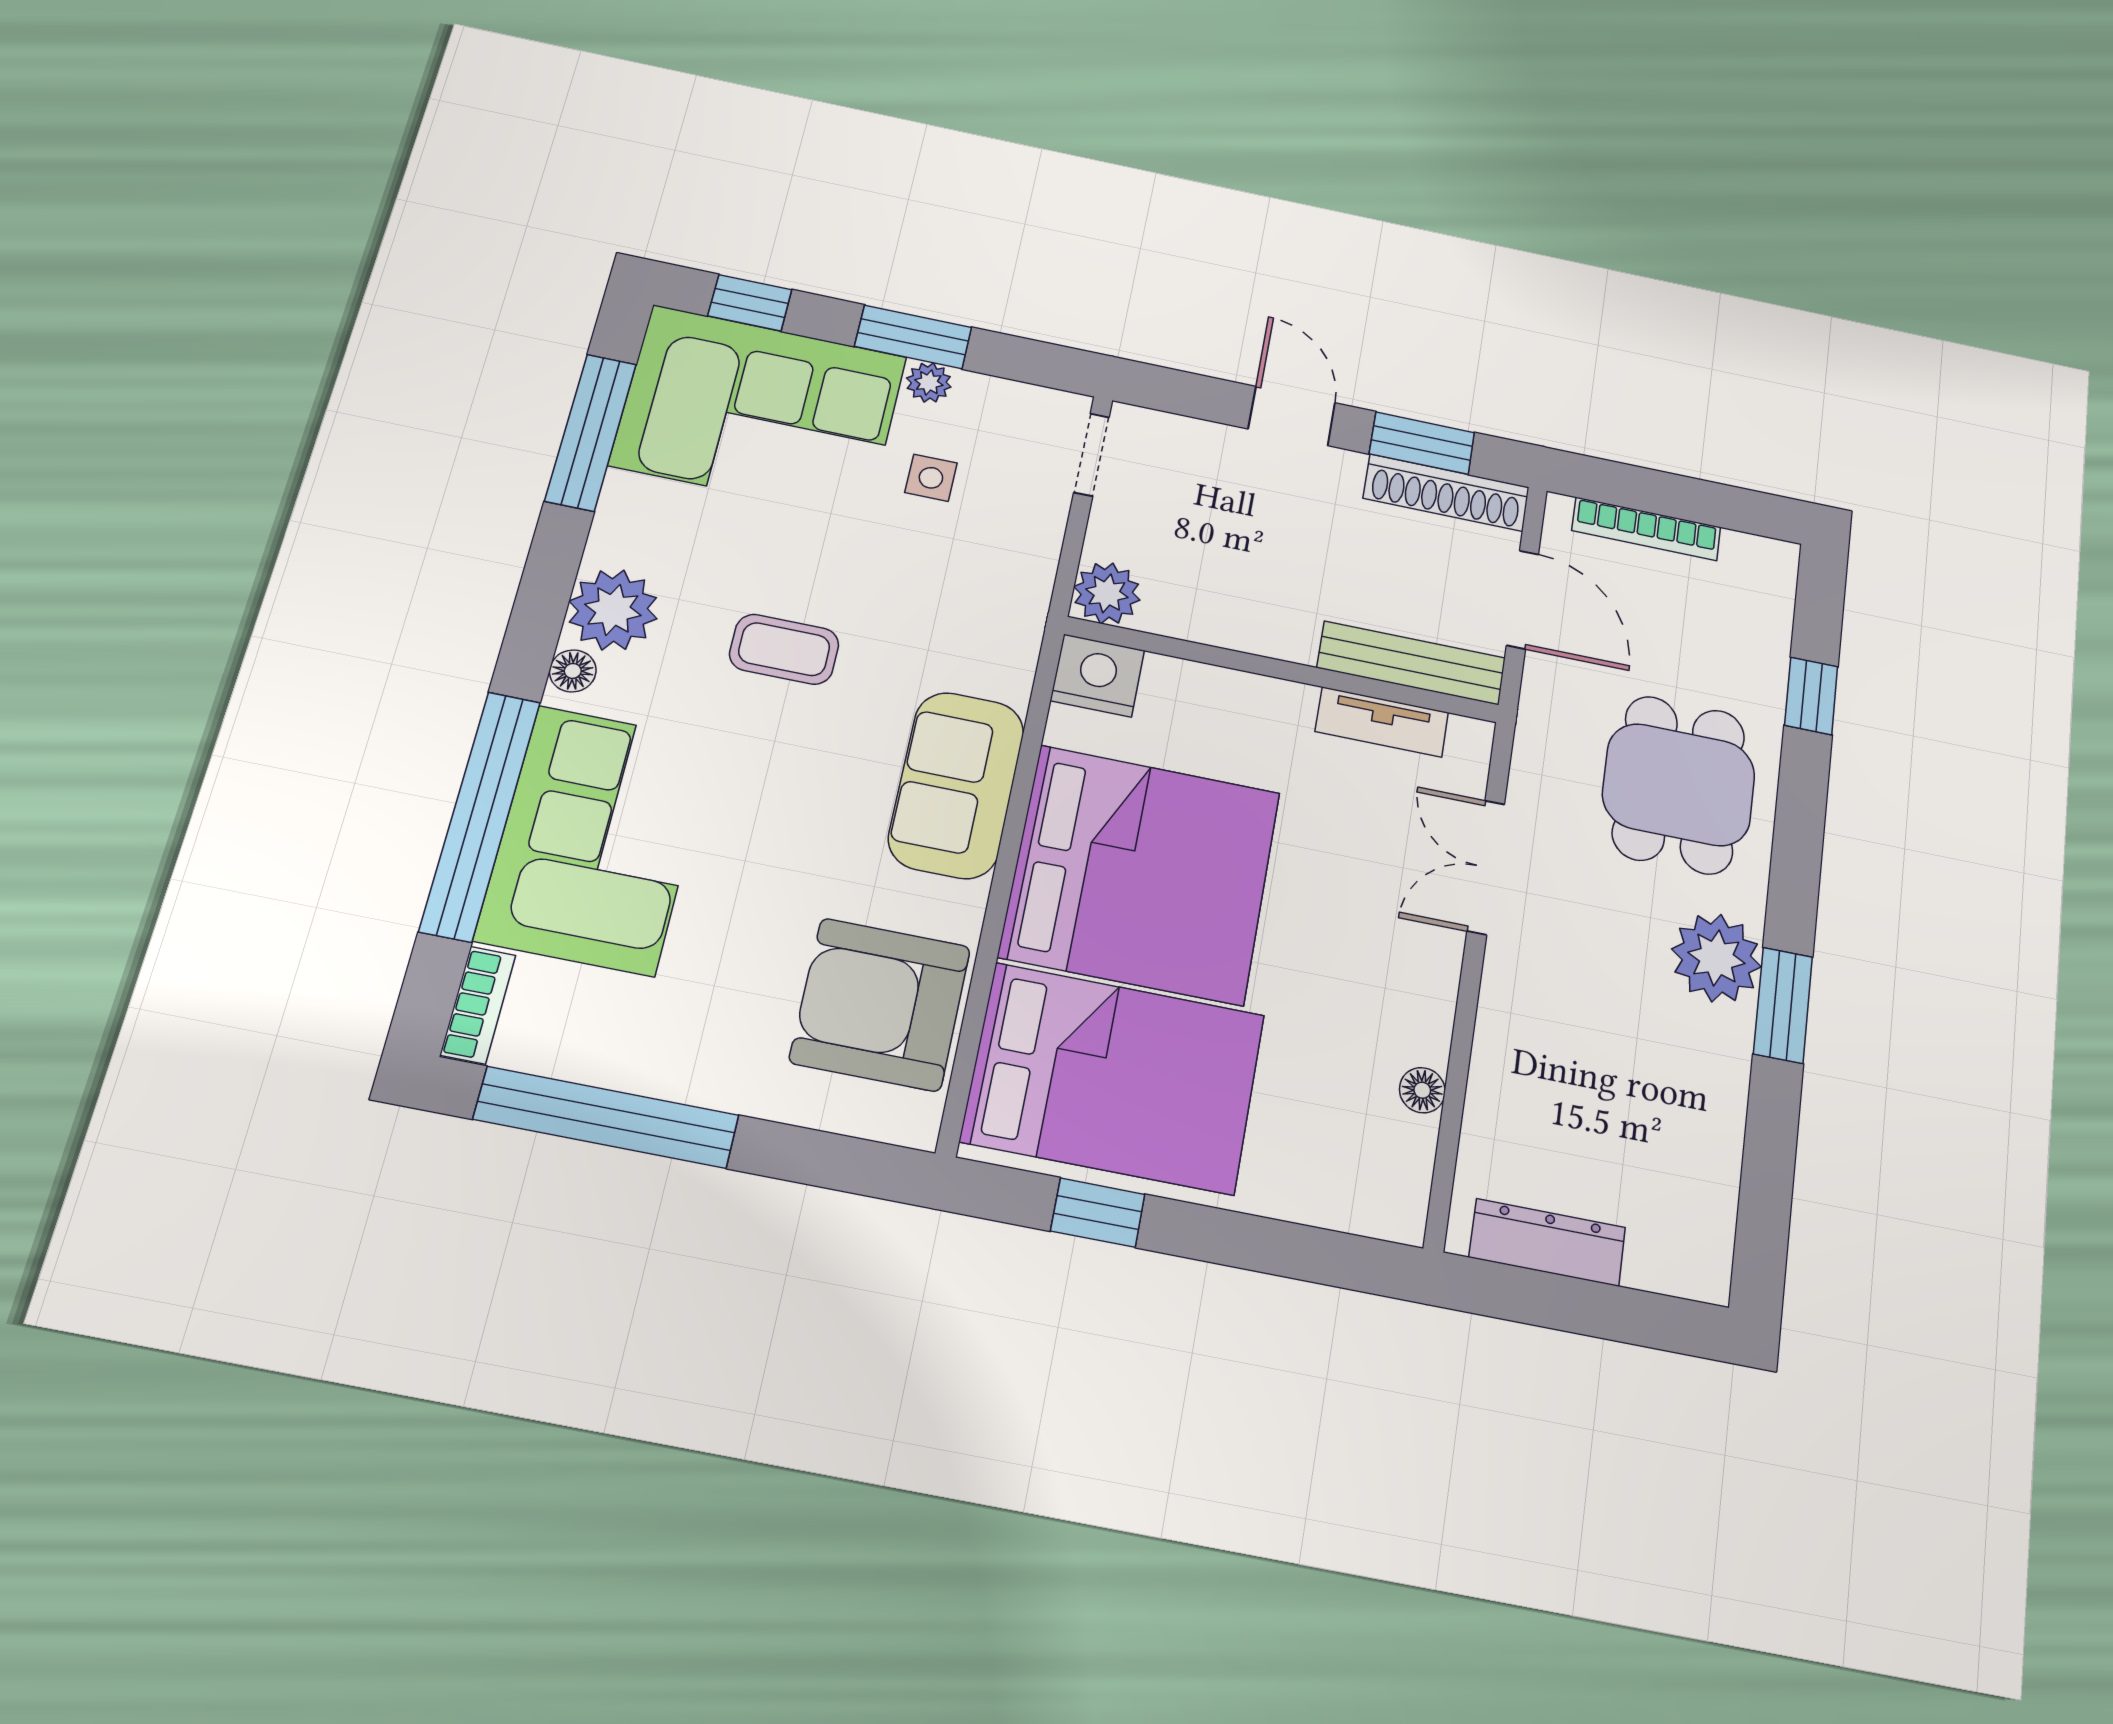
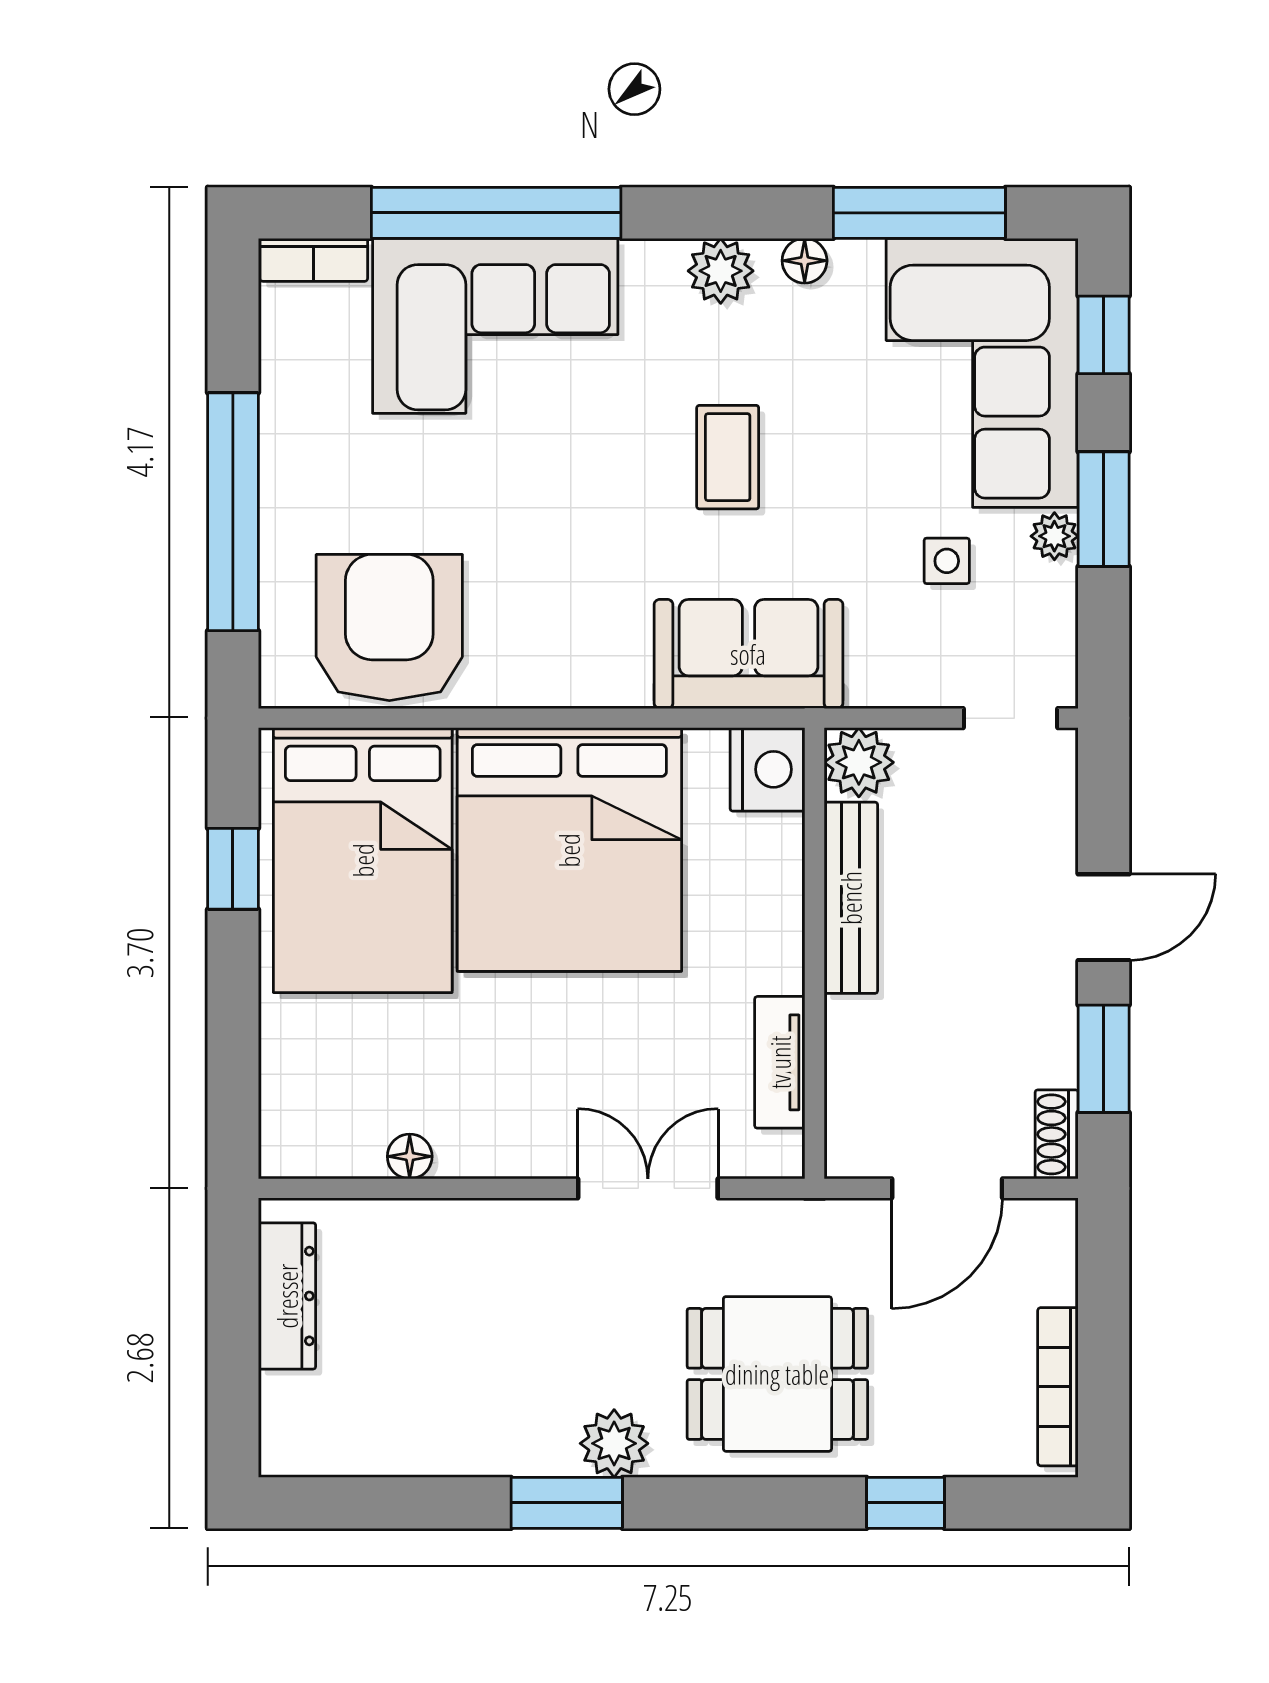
shoe rack: (1446, 493) -> (1057, 1134), width x0.51, depth x0.81
bookcase: (1646, 529) -> (1058, 1387), moved
plant: (613, 610) -> (721, 271), width x0.73, depth x0.73
bench: (1411, 663) -> (851, 898), moved
floor lamp: (573, 671) -> (805, 261), moved
sofa: (956, 785) -> (748, 654), moved
plant: (1716, 958) -> (614, 1443), width x0.73, depth x0.73
window: (606, 1117) -> (233, 512), moved

